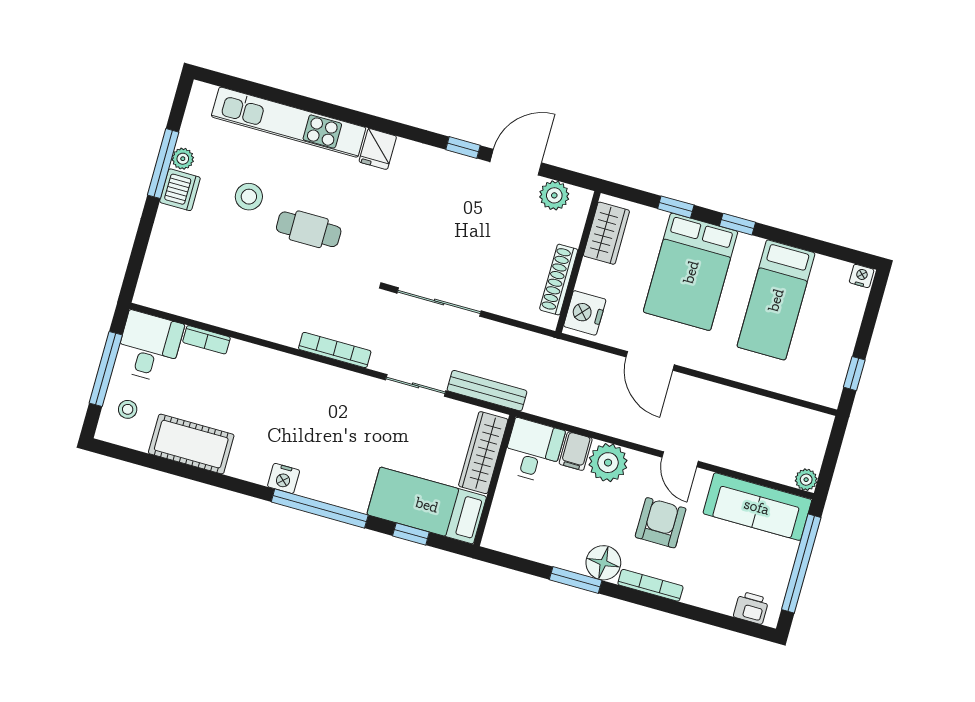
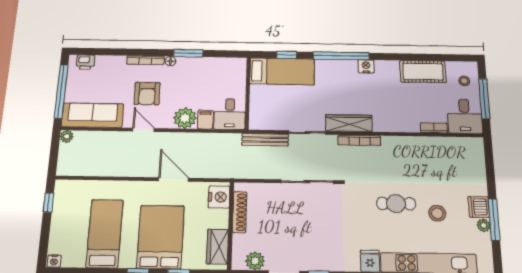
wardrobe: (483, 453) -> (349, 123), moved, turned -90
floor lamp: (603, 563) -> (170, 61), width x0.53, depth x0.53

